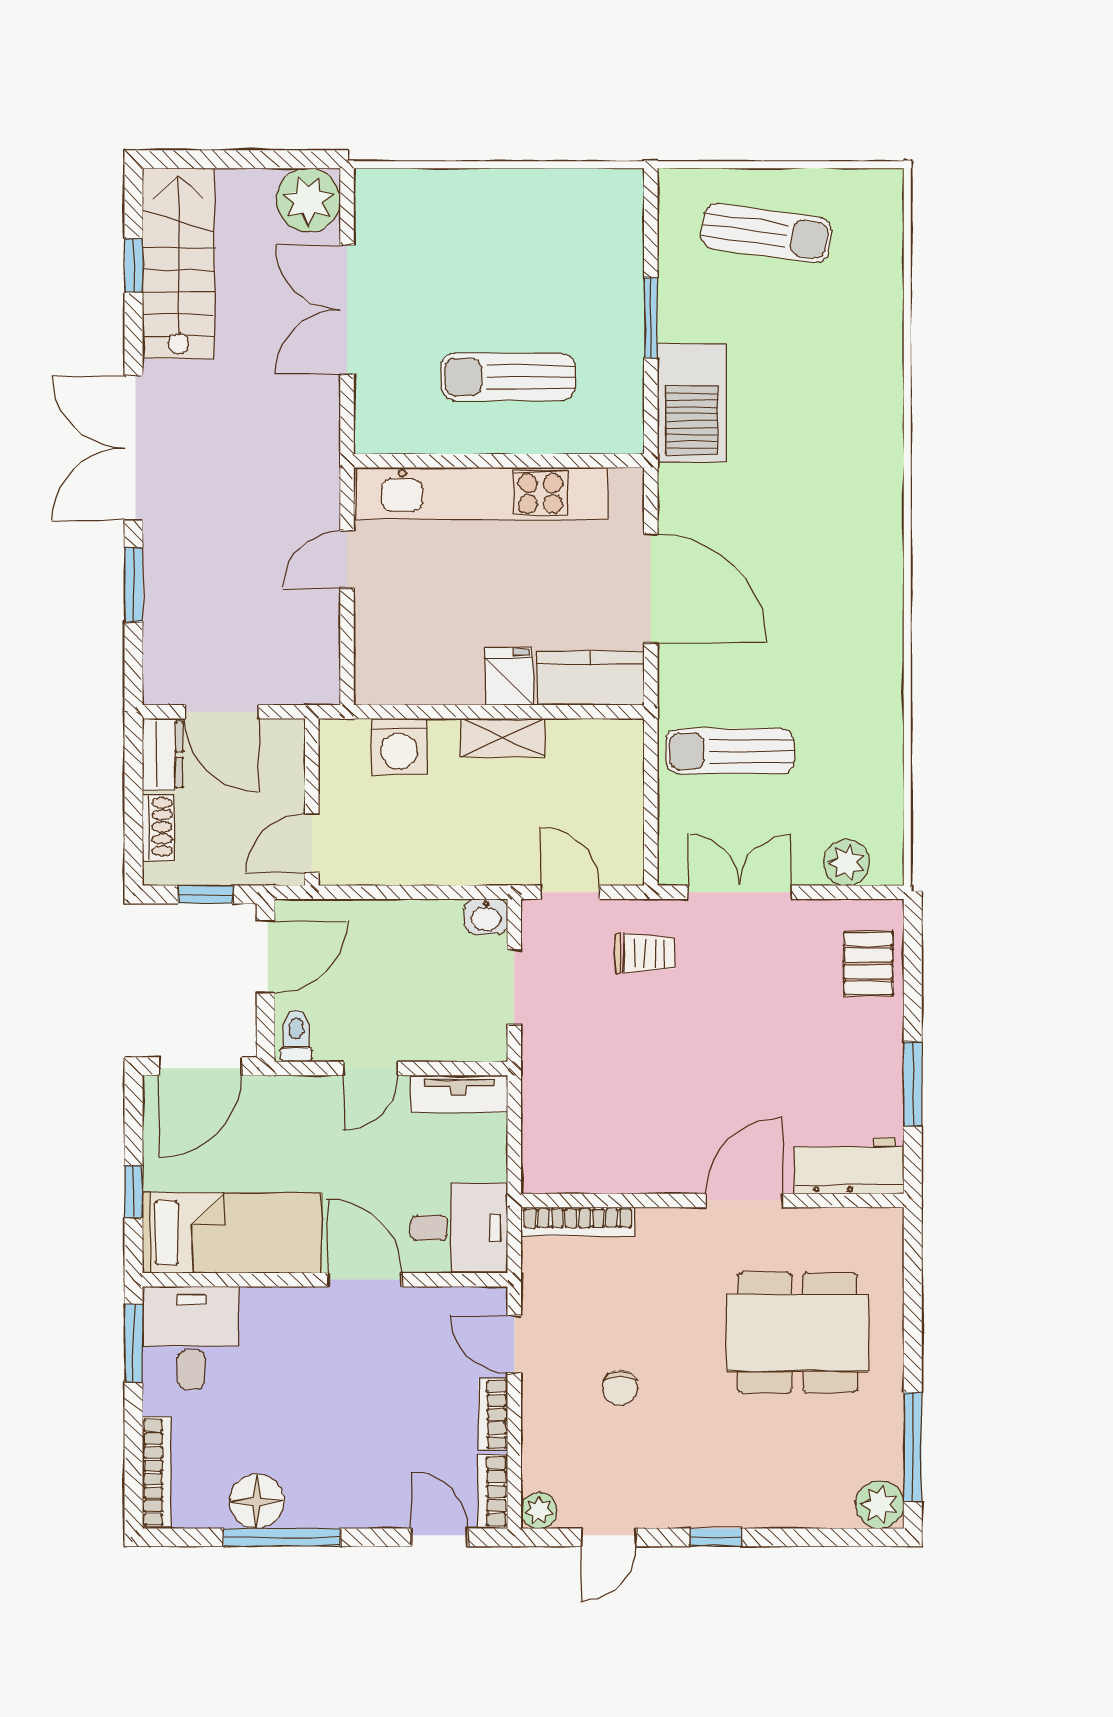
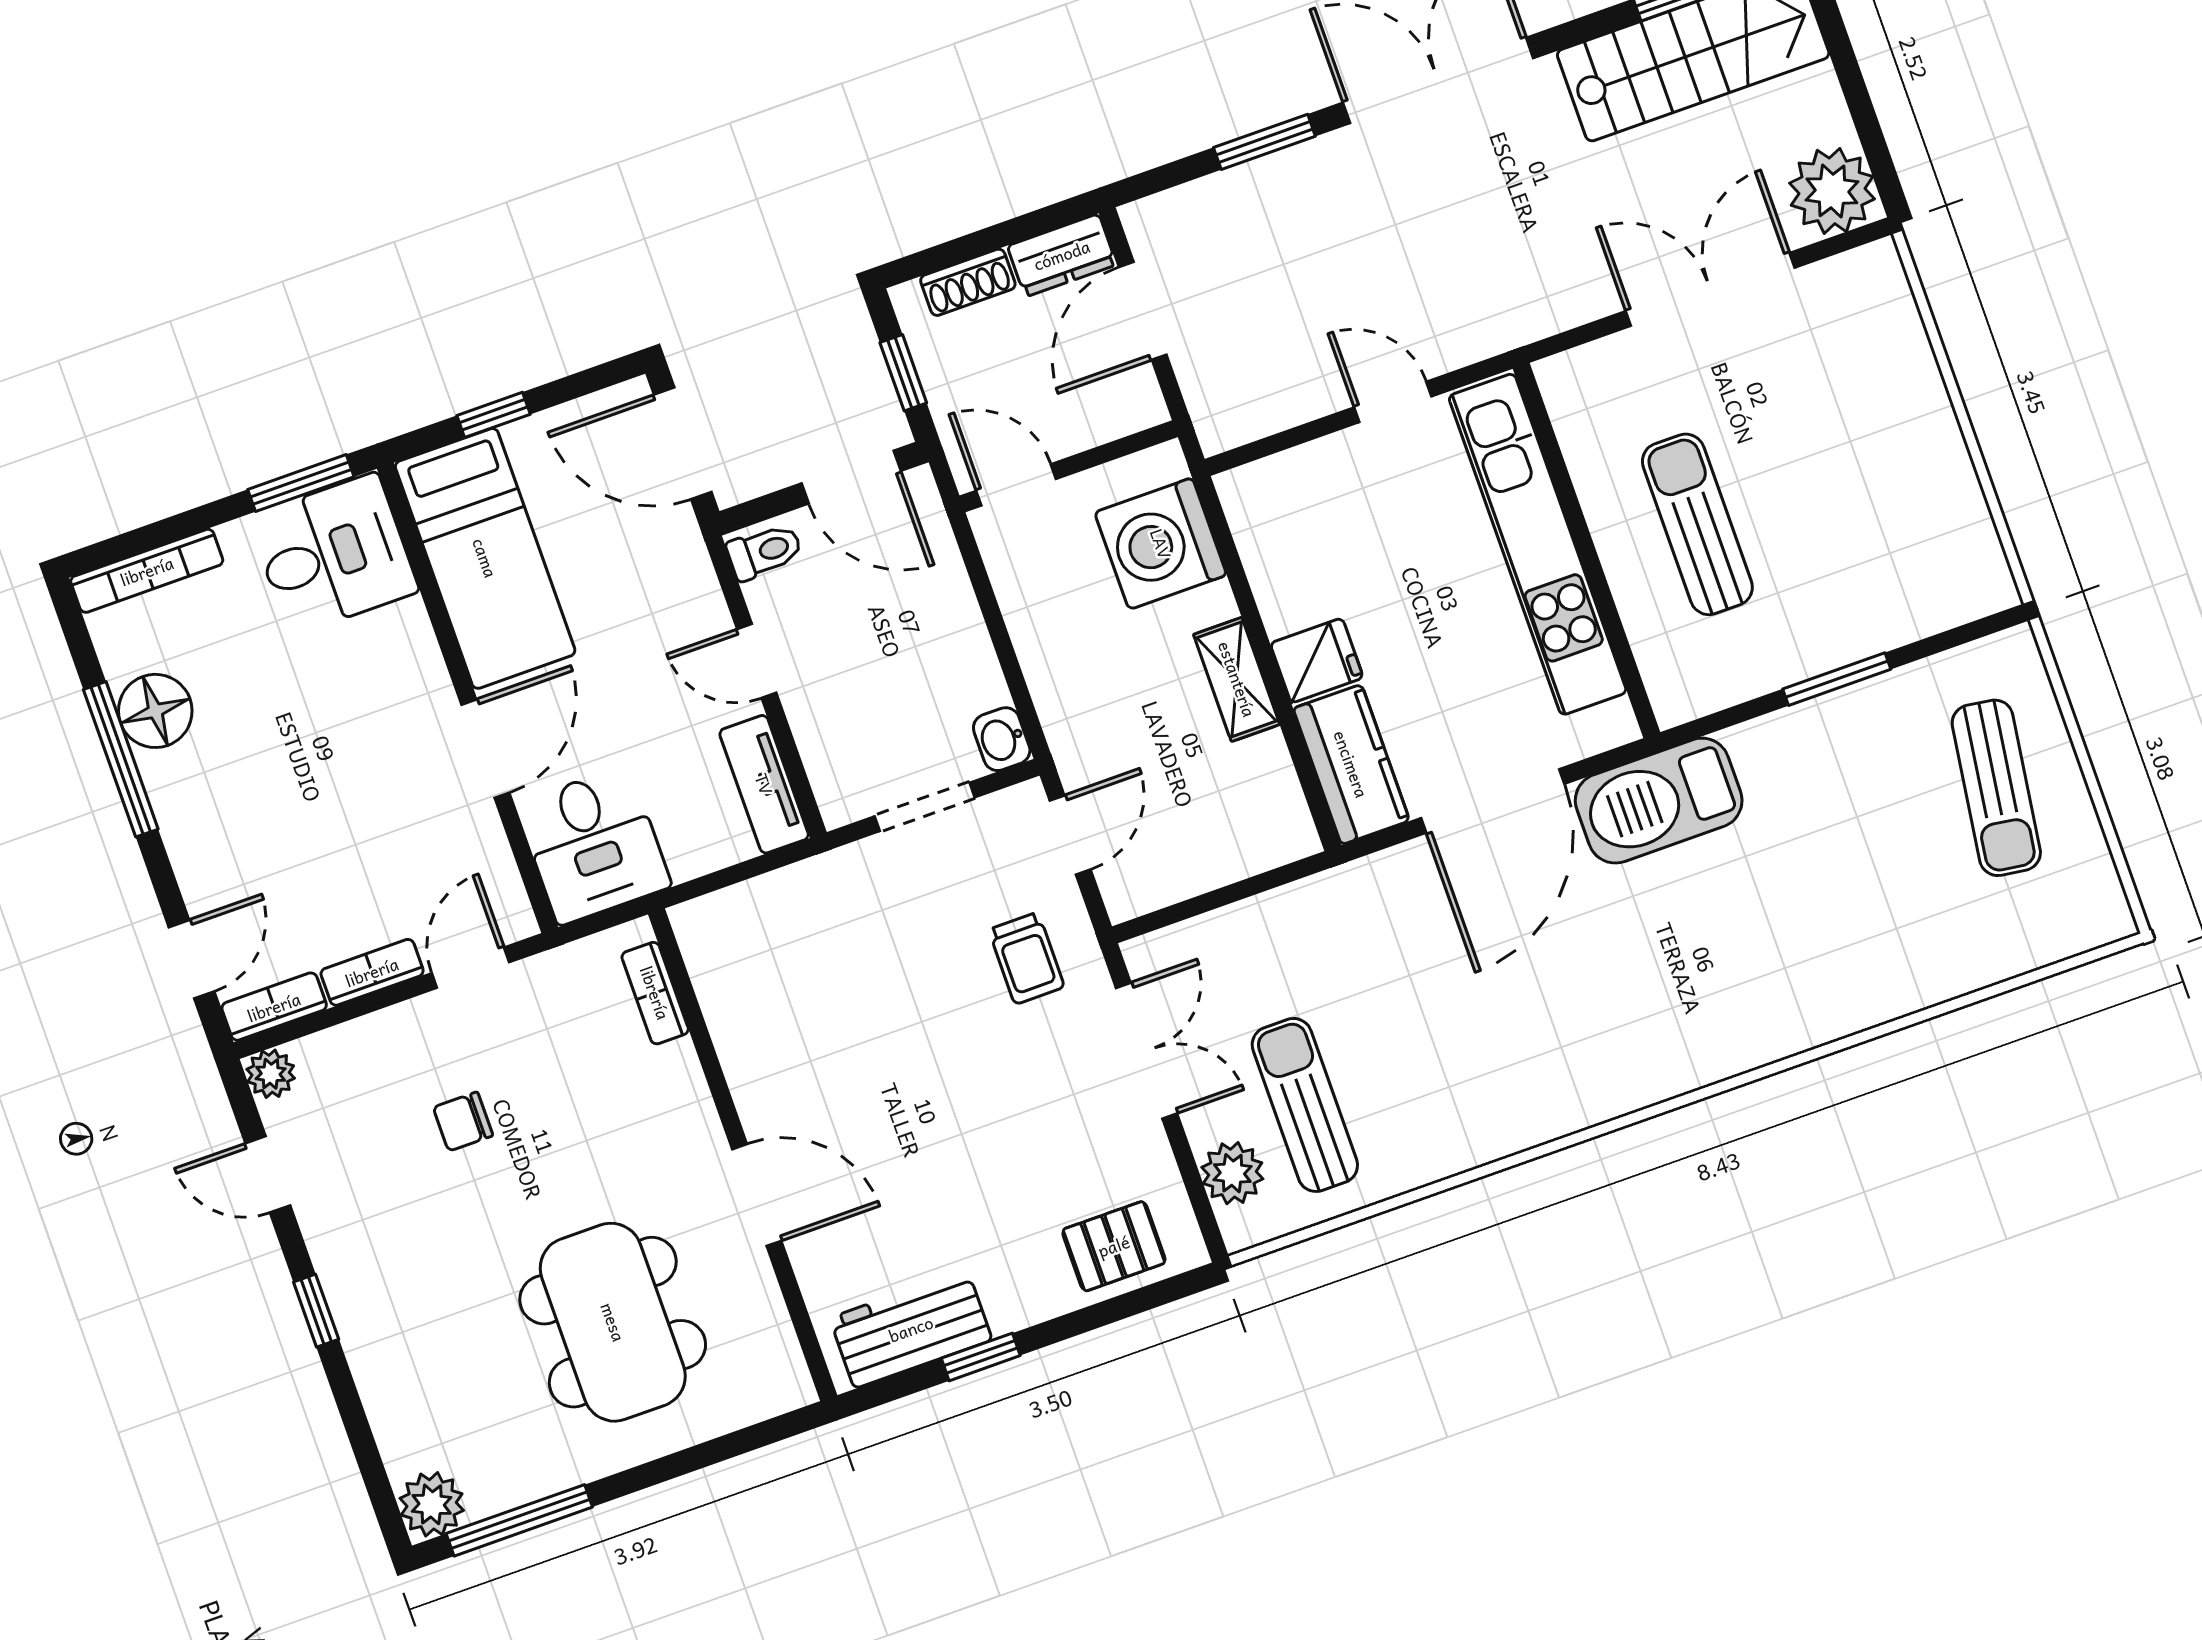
barbecue: (692, 403) -> (1659, 801), moved
washing machine: (399, 747) -> (1161, 544), width x1.37, depth x1.37
sun lounger: (730, 751) -> (1305, 1105), moved
window: (913, 1084) -> (981, 1357), width x0.67
workbench: (850, 1166) -> (911, 1329), moved, turned -90
bookcase: (578, 1222) -> (655, 993), width x0.64

